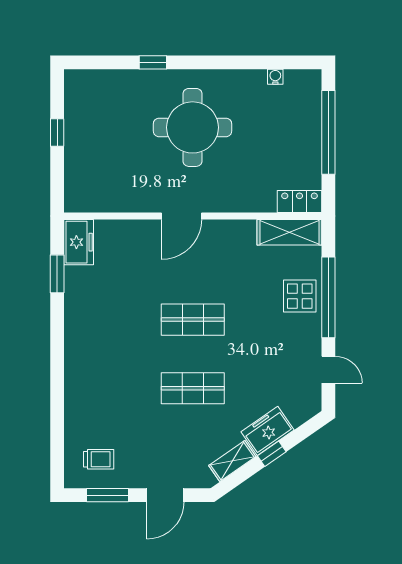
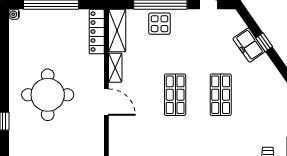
water cooler: (275, 77) -> (14, 14), moved
locker: (300, 201) -> (97, 32), width x1.53
shelving: (232, 461) -> (115, 68), moved, turned 35

